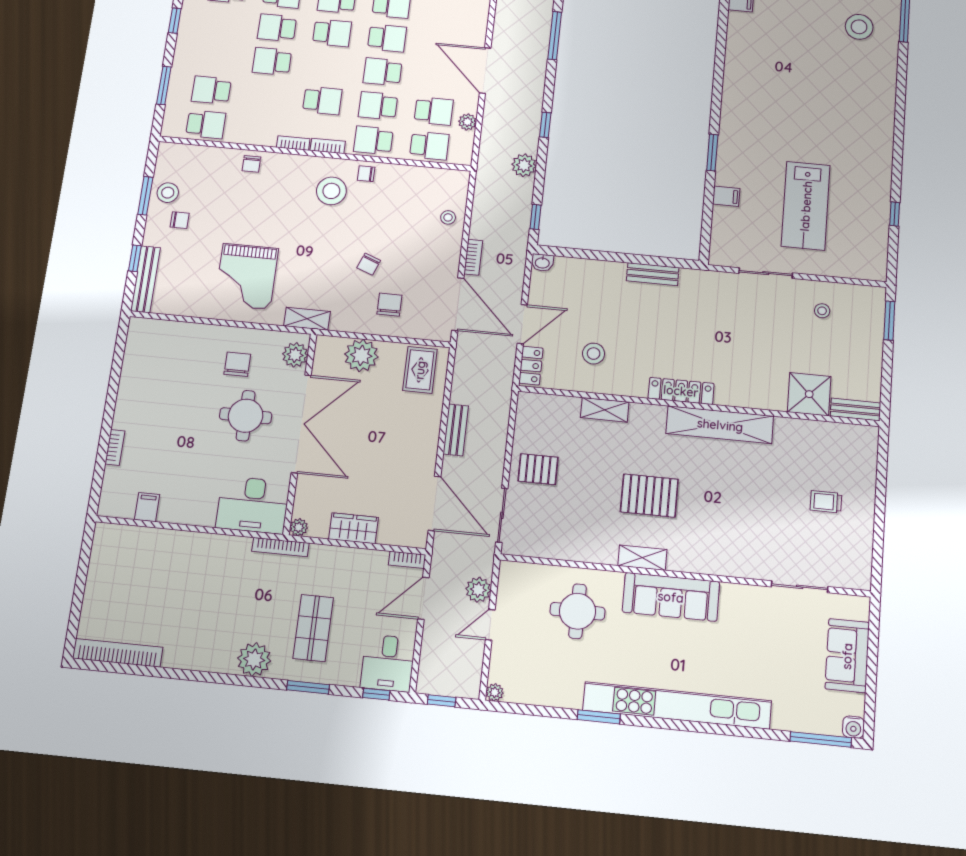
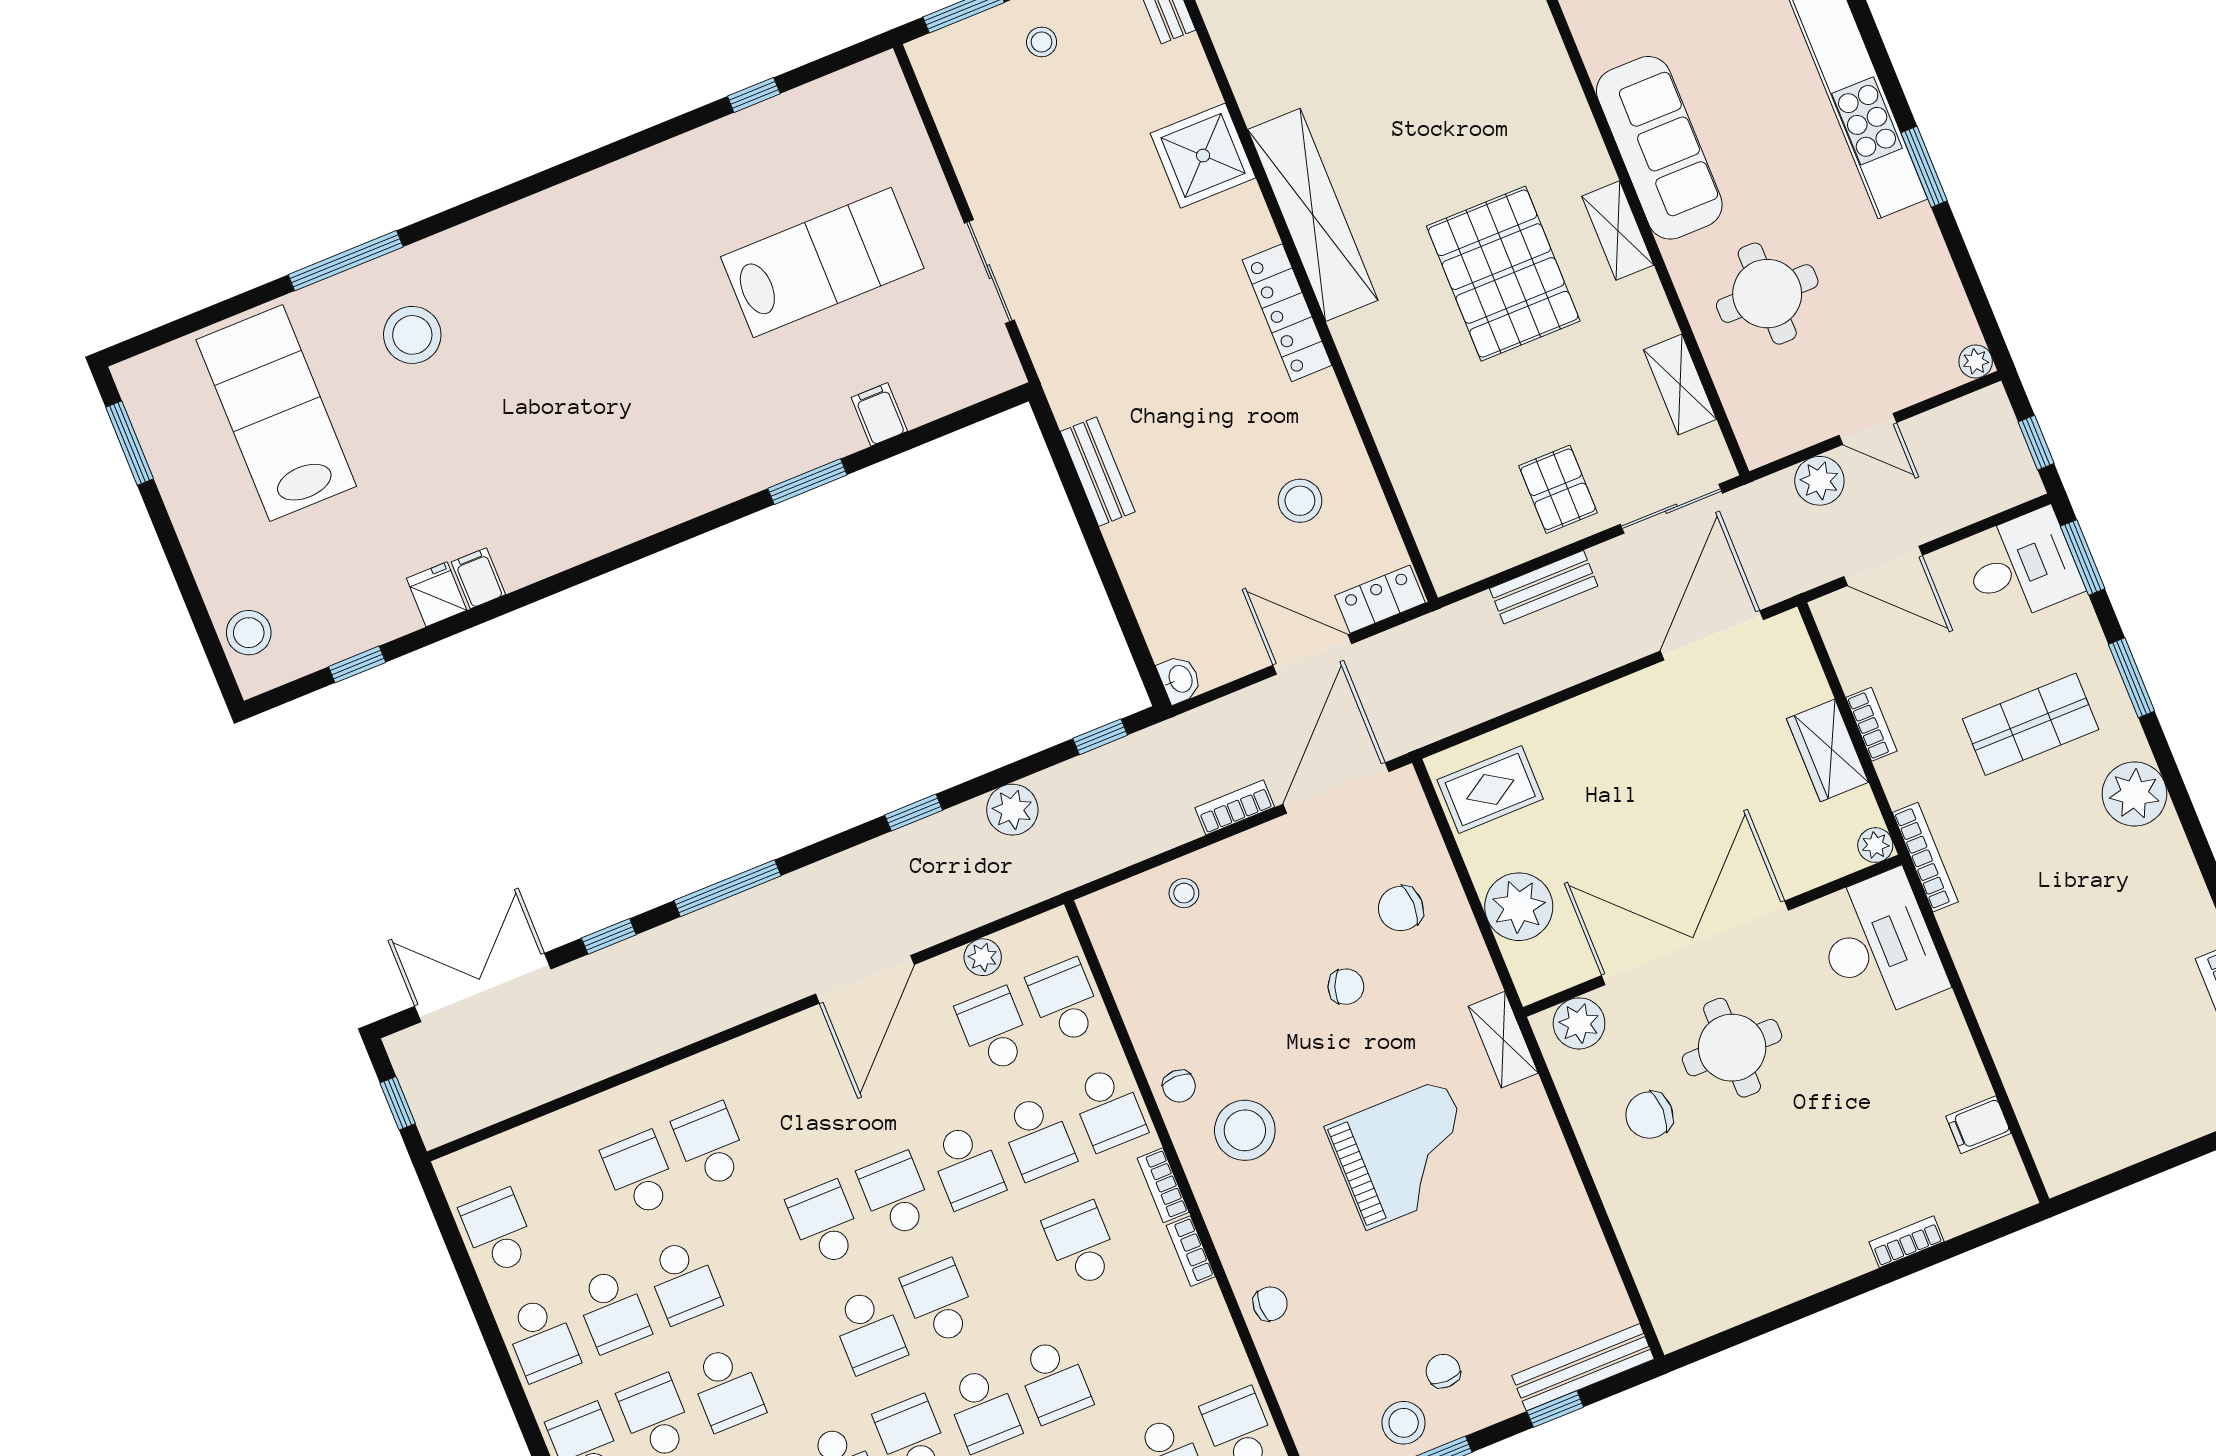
grand piano: (246, 276) -> (1405, 1154), moved
stool: (822, 311) -> (1042, 42), moved
shower: (809, 394) -> (1203, 156), moved
shelving: (605, 410) -> (1680, 384), moved
bench: (456, 430) -> (1544, 587), moved
pallet: (649, 496) -> (1503, 274), width x1.37, depth x1.41
bookcase: (407, 560) -> (1871, 724), moved
window: (376, 694) -> (2083, 557), width x1.50

